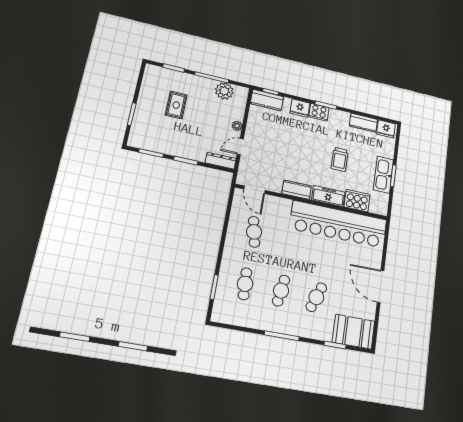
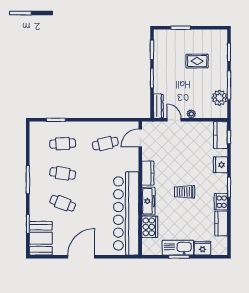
cooker: (319, 112) -> (221, 202), moved
fridge: (386, 129) -> (203, 248), moved, turned 90
trolley: (340, 159) -> (185, 192), moved

